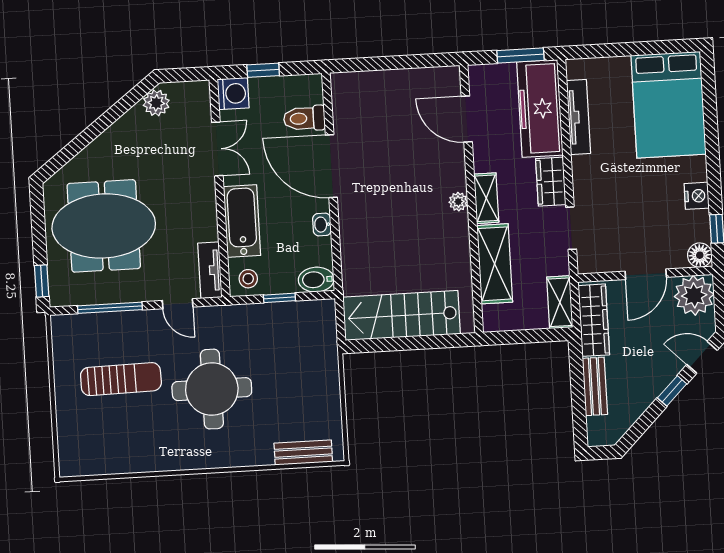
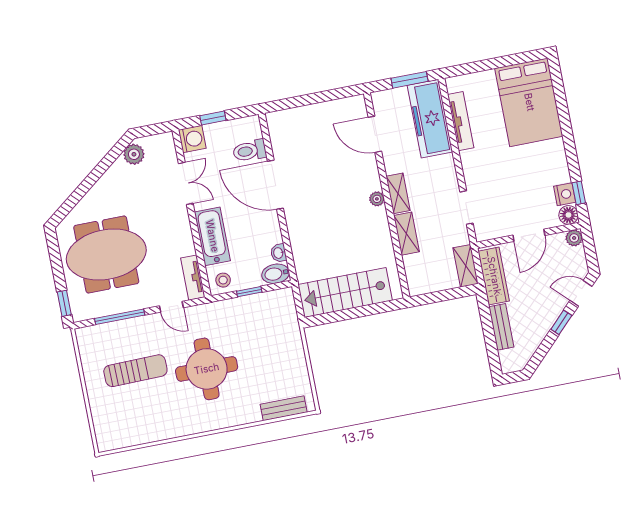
wardrobe: (551, 182) -> (446, 174), removed
nightstand: (697, 196) -> (565, 194), moved
washbasin: (322, 225) -> (279, 253), moved
shelving: (495, 264) -> (406, 234), width x0.67, depth x0.75
plant: (694, 295) -> (574, 238), width x0.53, depth x0.53

